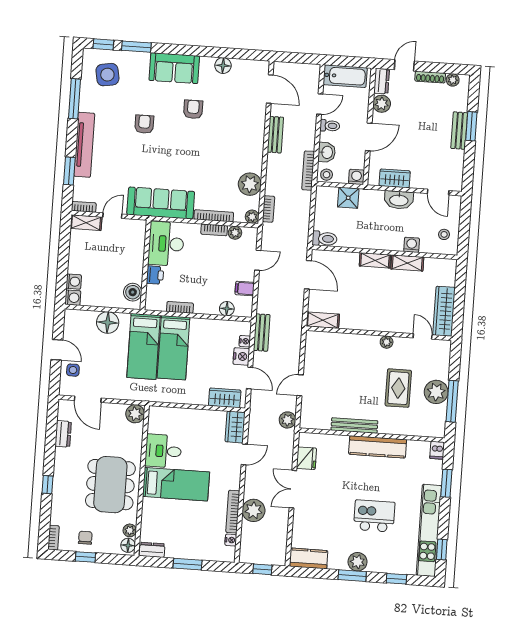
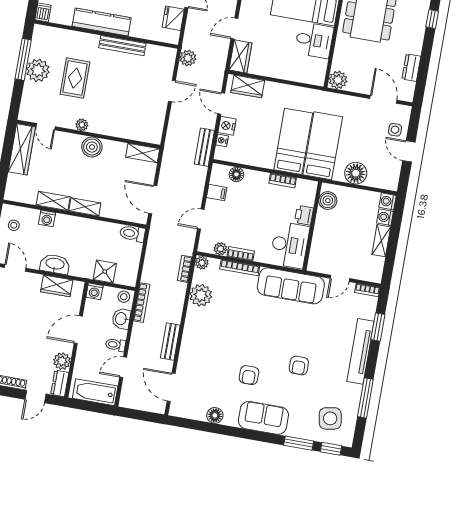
shelving: (86, 223) -> (381, 241), moved, turned 90
boiler: (374, 321) -> (92, 147), added

